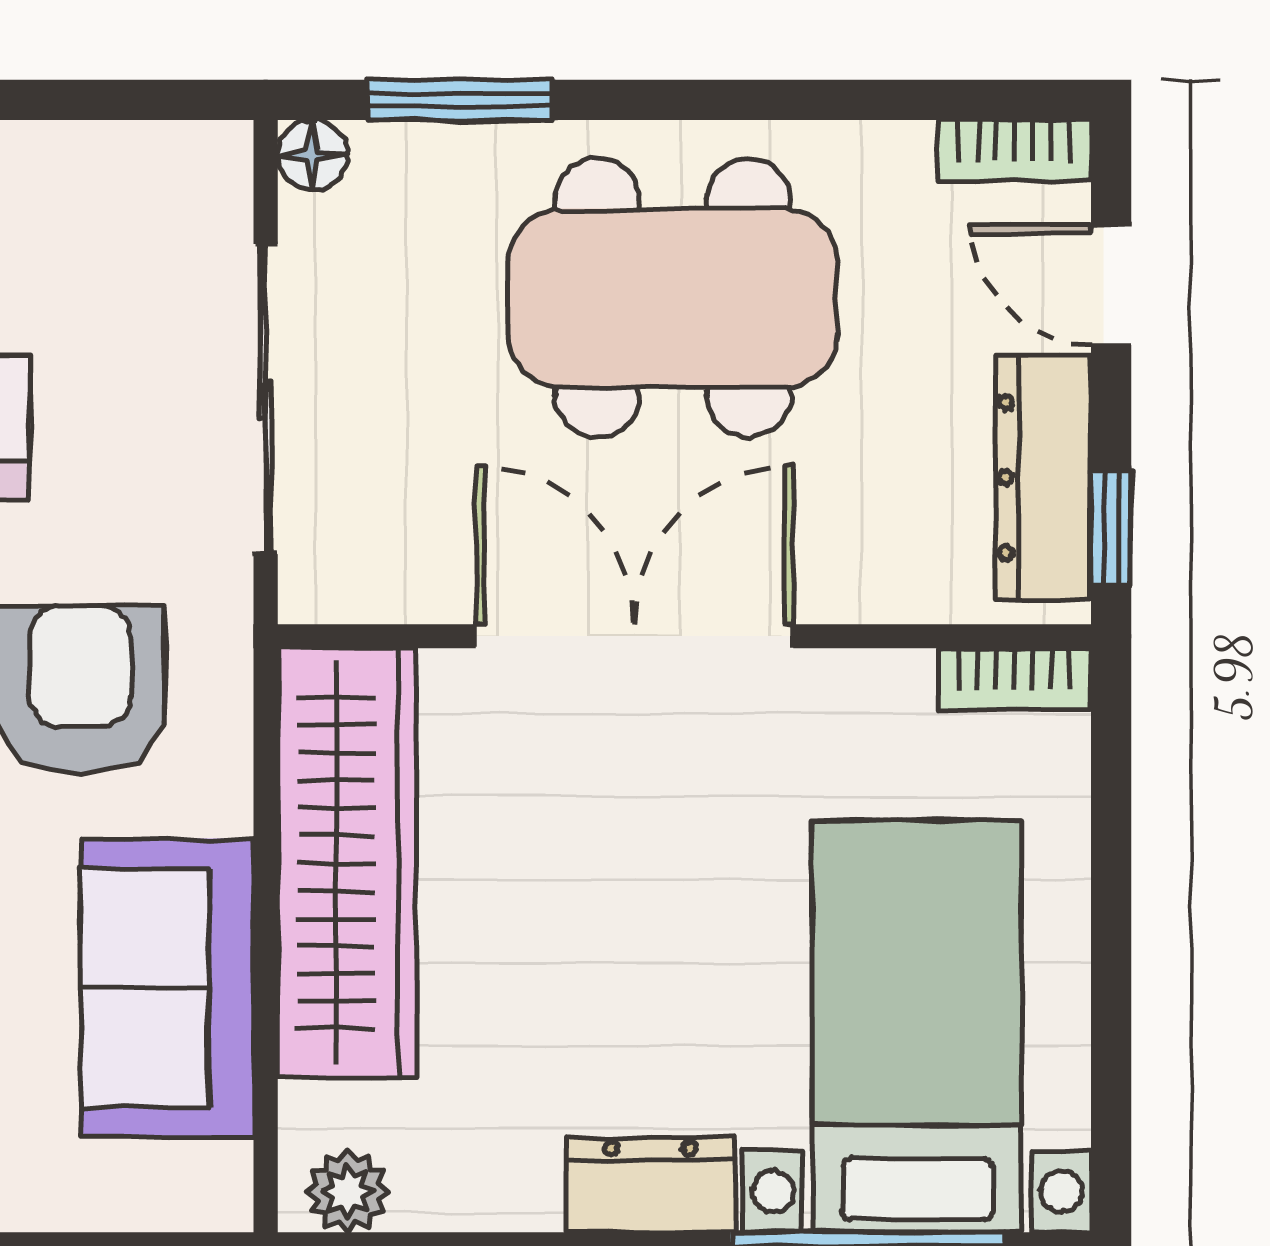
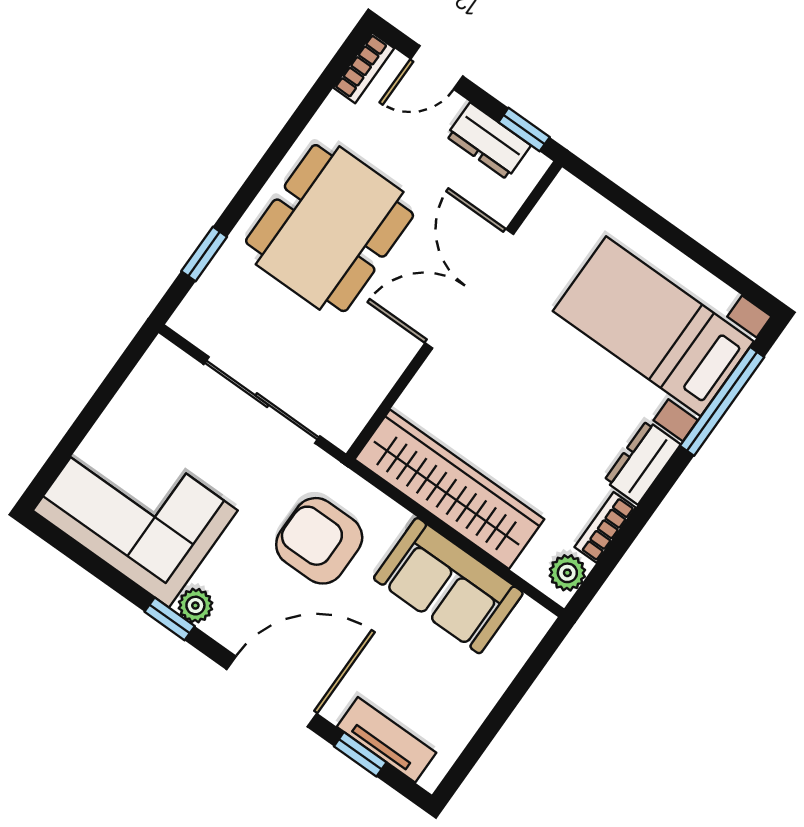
window: (460, 100) -> (204, 254), width x0.67
floor lamp: (313, 155) -> (186, 321), removed
dresser: (1043, 477) -> (489, 141), width x0.70
double door: (634, 636) -> (469, 289), moved
bookcase: (1014, 679) -> (605, 527), moved, turned 180

